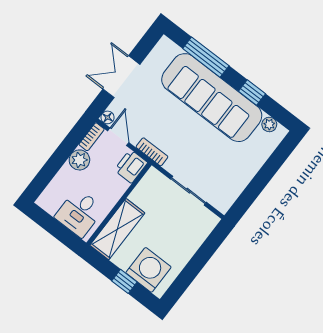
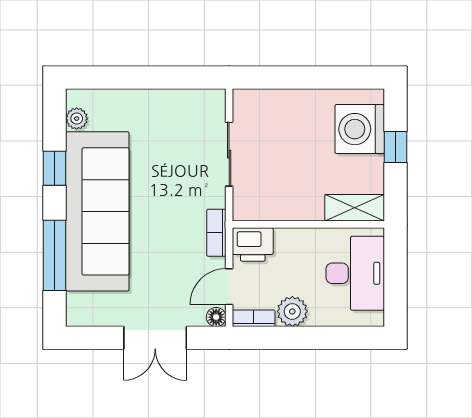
desk: (79, 213) -> (355, 273), width x1.37
shelving: (117, 229) -> (355, 208), width x0.67, depth x0.75

